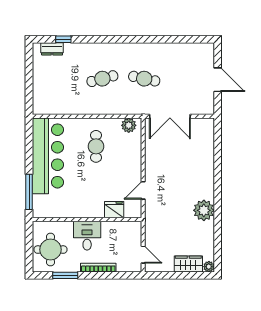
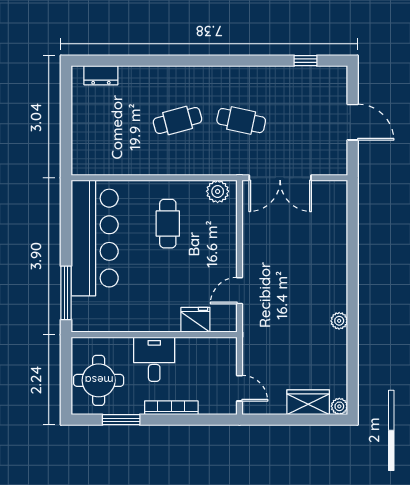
window: (63, 39) -> (305, 61), moved
plant: (204, 210) -> (339, 321), width x0.53, depth x0.53

